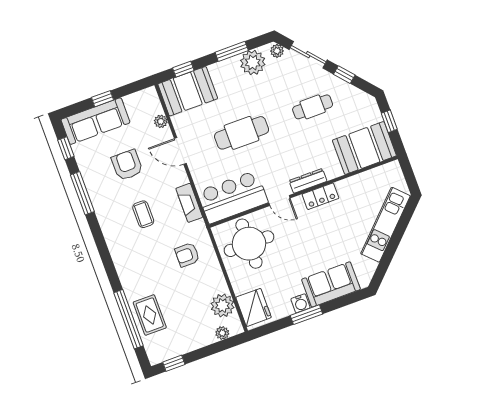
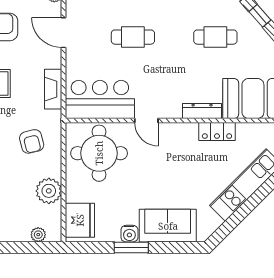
cafe table: (242, 133) -> (133, 37), width x0.73, depth x0.74
dresser: (308, 181) -> (202, 111), moved
locker: (320, 196) -> (217, 131), moved
armchair: (187, 255) -> (32, 141), turned -104
plant: (223, 306) -> (49, 191), moved

